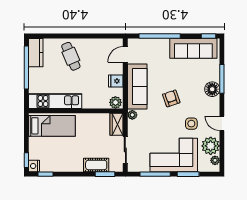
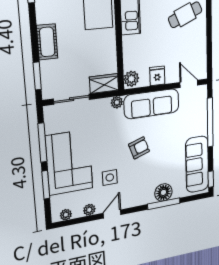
floor lamp: (212, 89) -> (163, 192), moved
plant: (211, 146) -> (89, 210), width x0.53, depth x0.53
cot: (96, 165) -> (47, 42), moved

